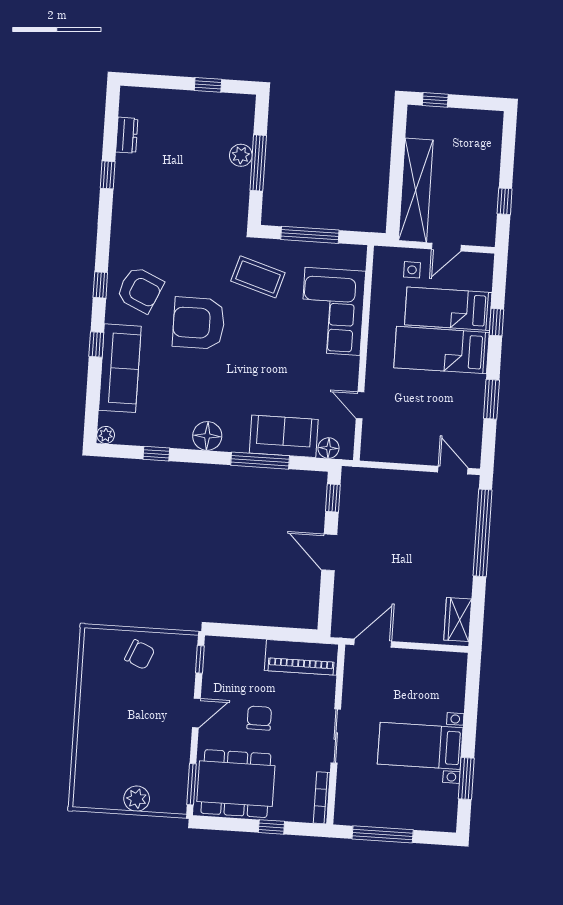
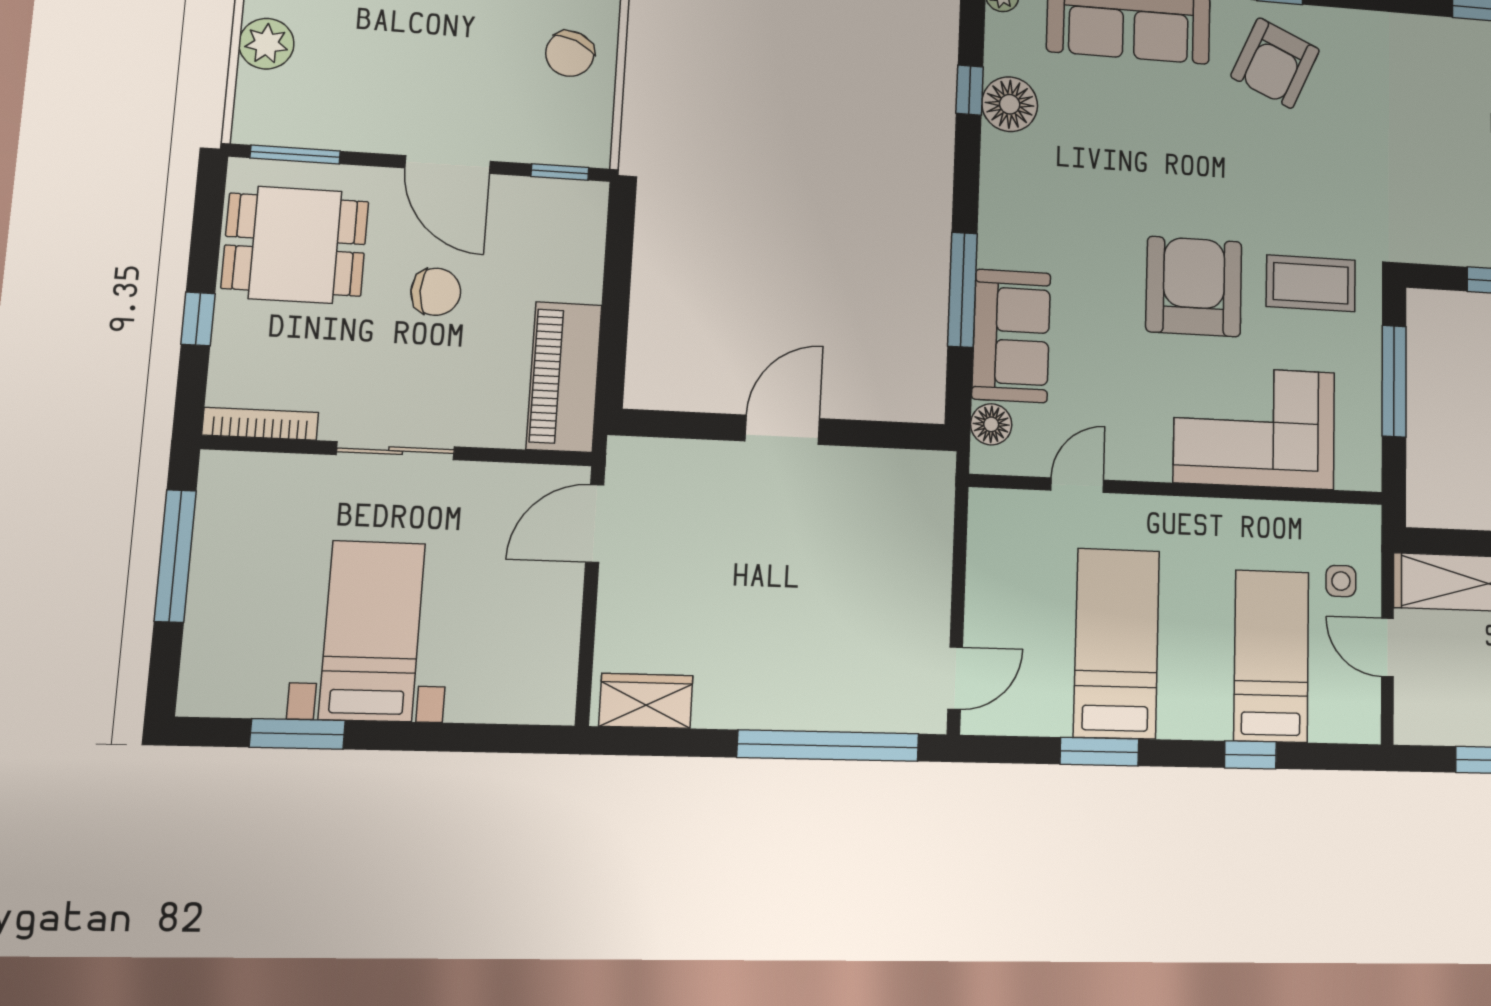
coffee table: (258, 277) -> (1311, 283), turned 73
armchair: (199, 323) -> (1194, 287), moved
bed: (442, 350) -> (1117, 643), moved
floor lamp: (207, 436) -> (1010, 104), moved
window: (333, 498) -> (892, 435), removed
door: (373, 643) -> (595, 524), swing flipped
door: (196, 713) -> (448, 165), width x1.37
dining table: (236, 784) -> (295, 245), width x0.73

